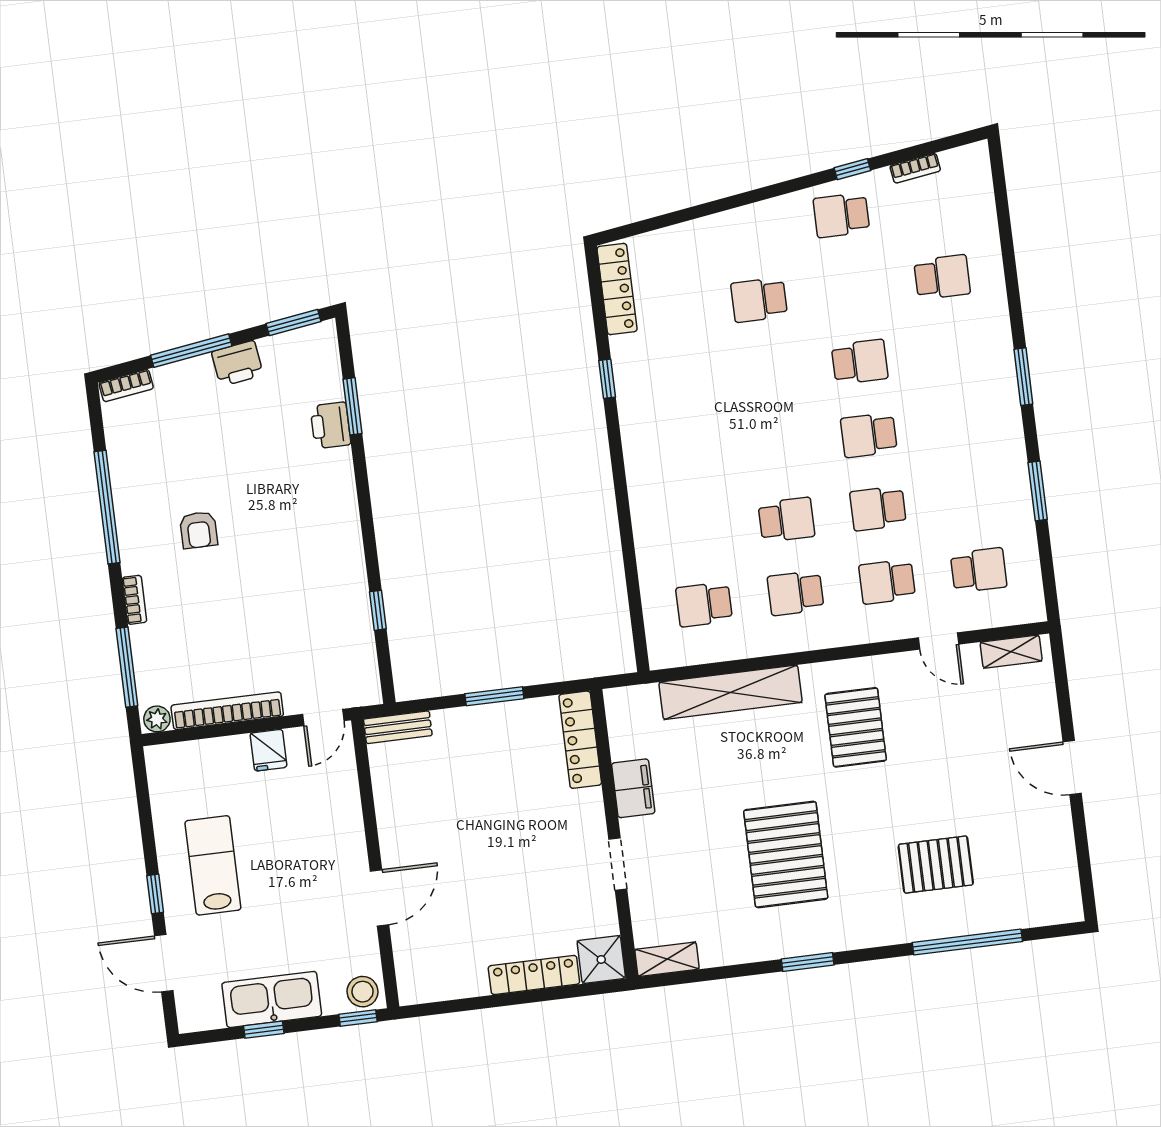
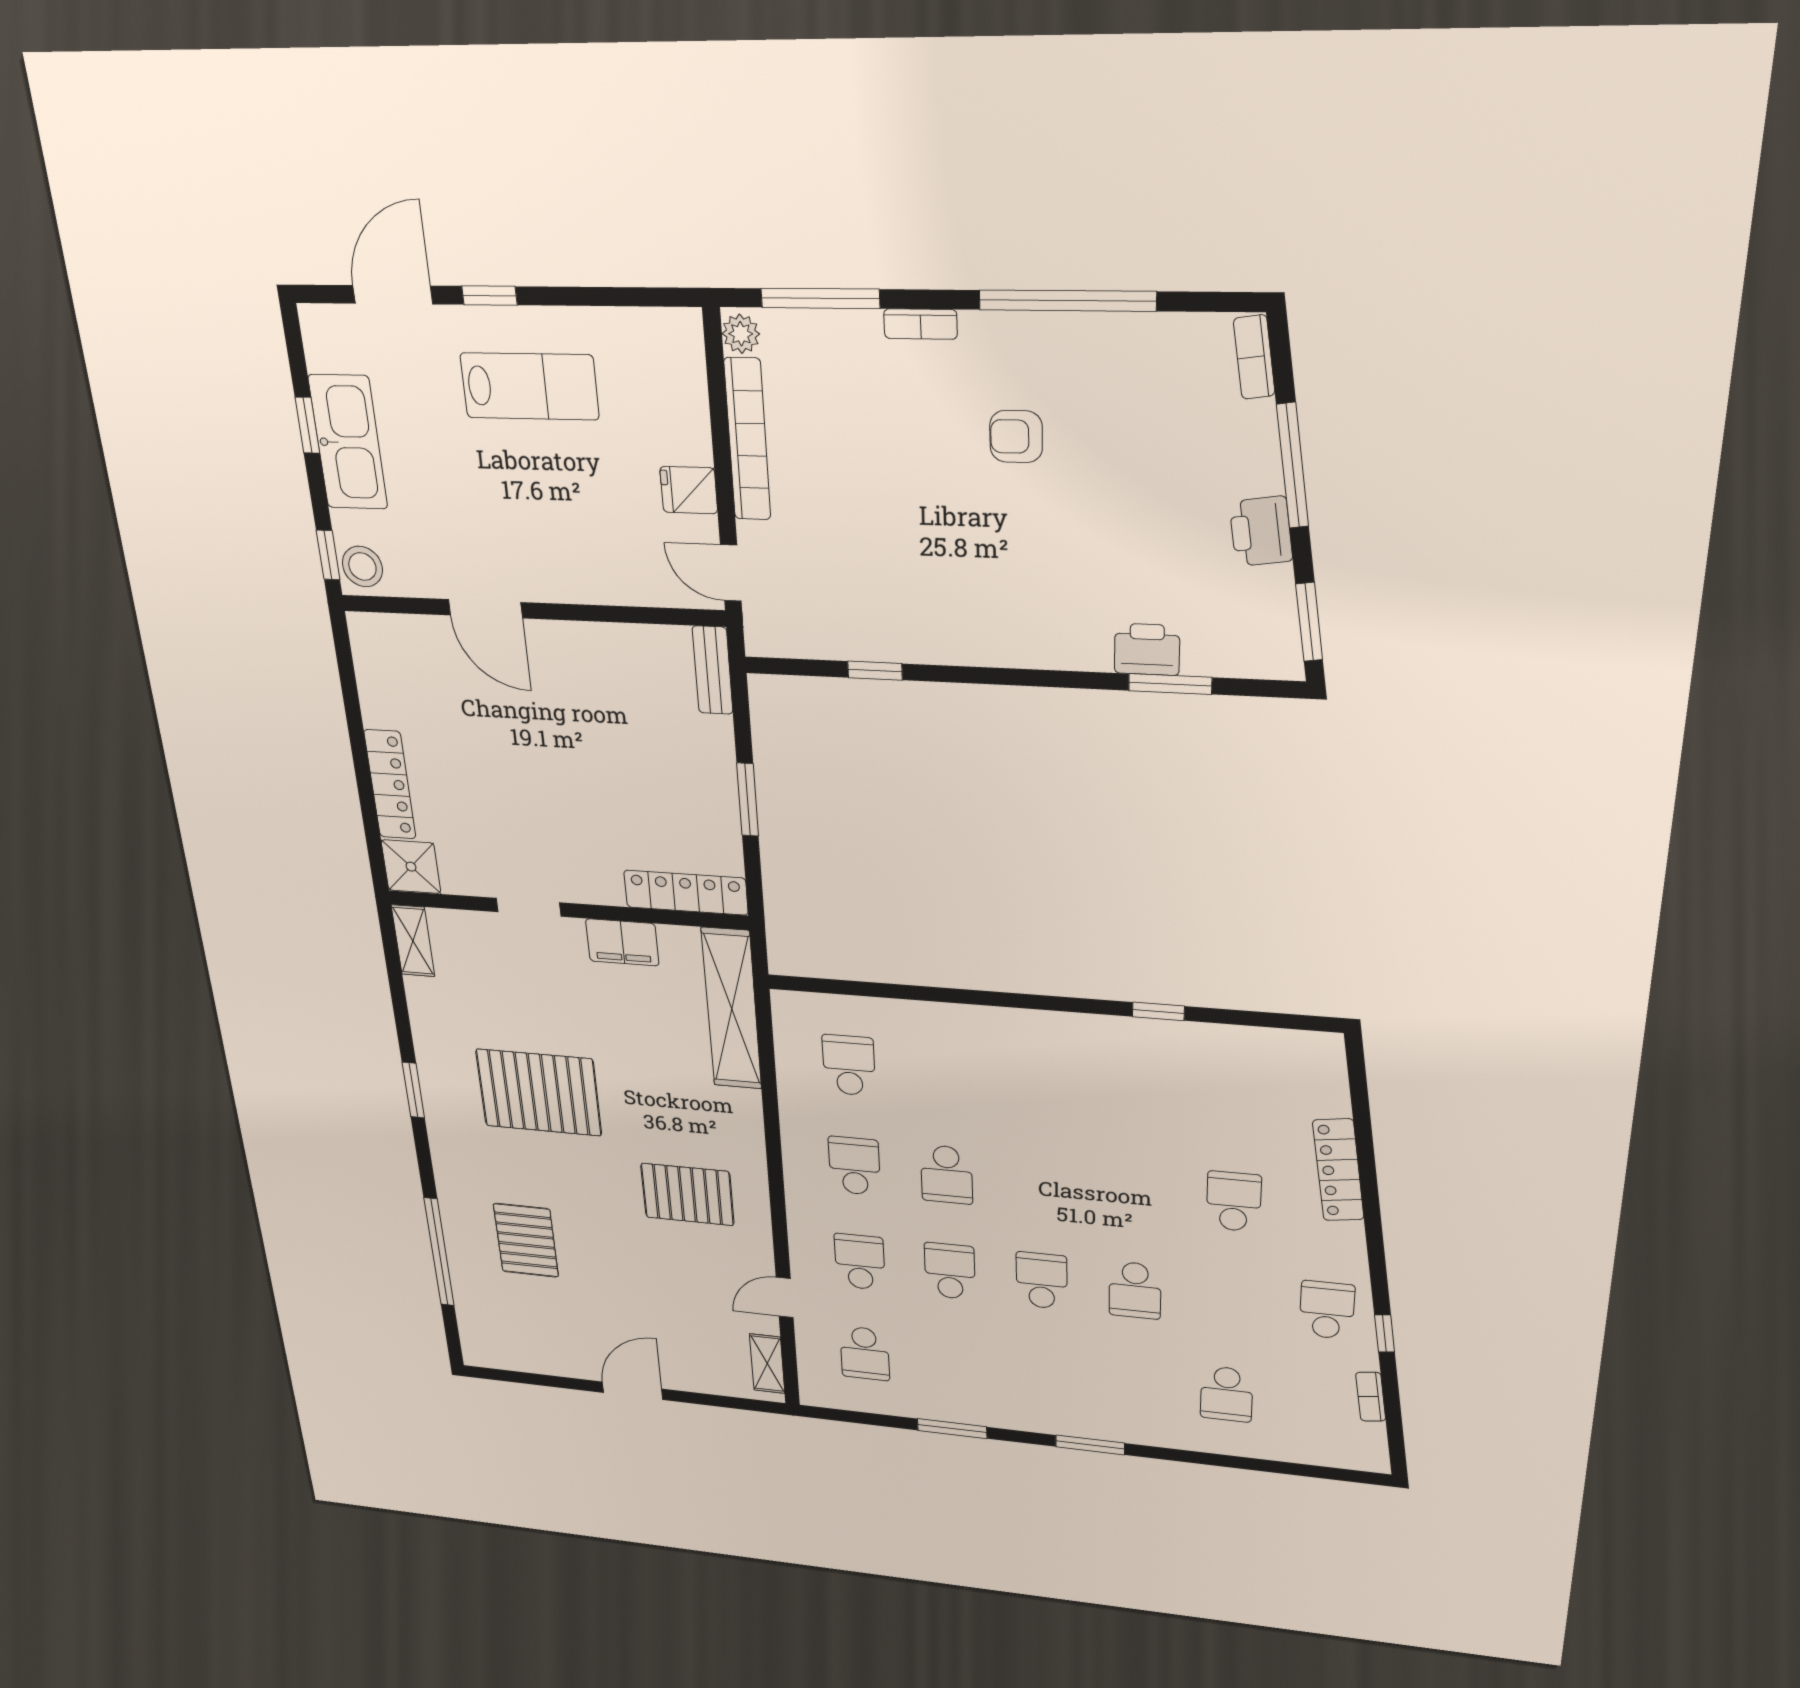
locker: (617, 289) -> (1338, 1170), moved, turned 82
shelving: (731, 692) -> (732, 1009), moved

